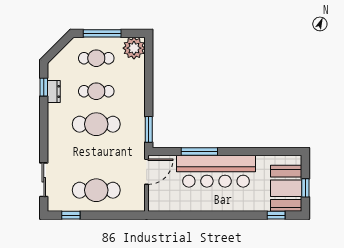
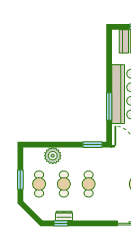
window: (102, 33) -> (20, 180), width x0.69
plant: (134, 48) -> (53, 156), moved
cafe table: (96, 124) -> (89, 184), width x0.73, depth x0.74

